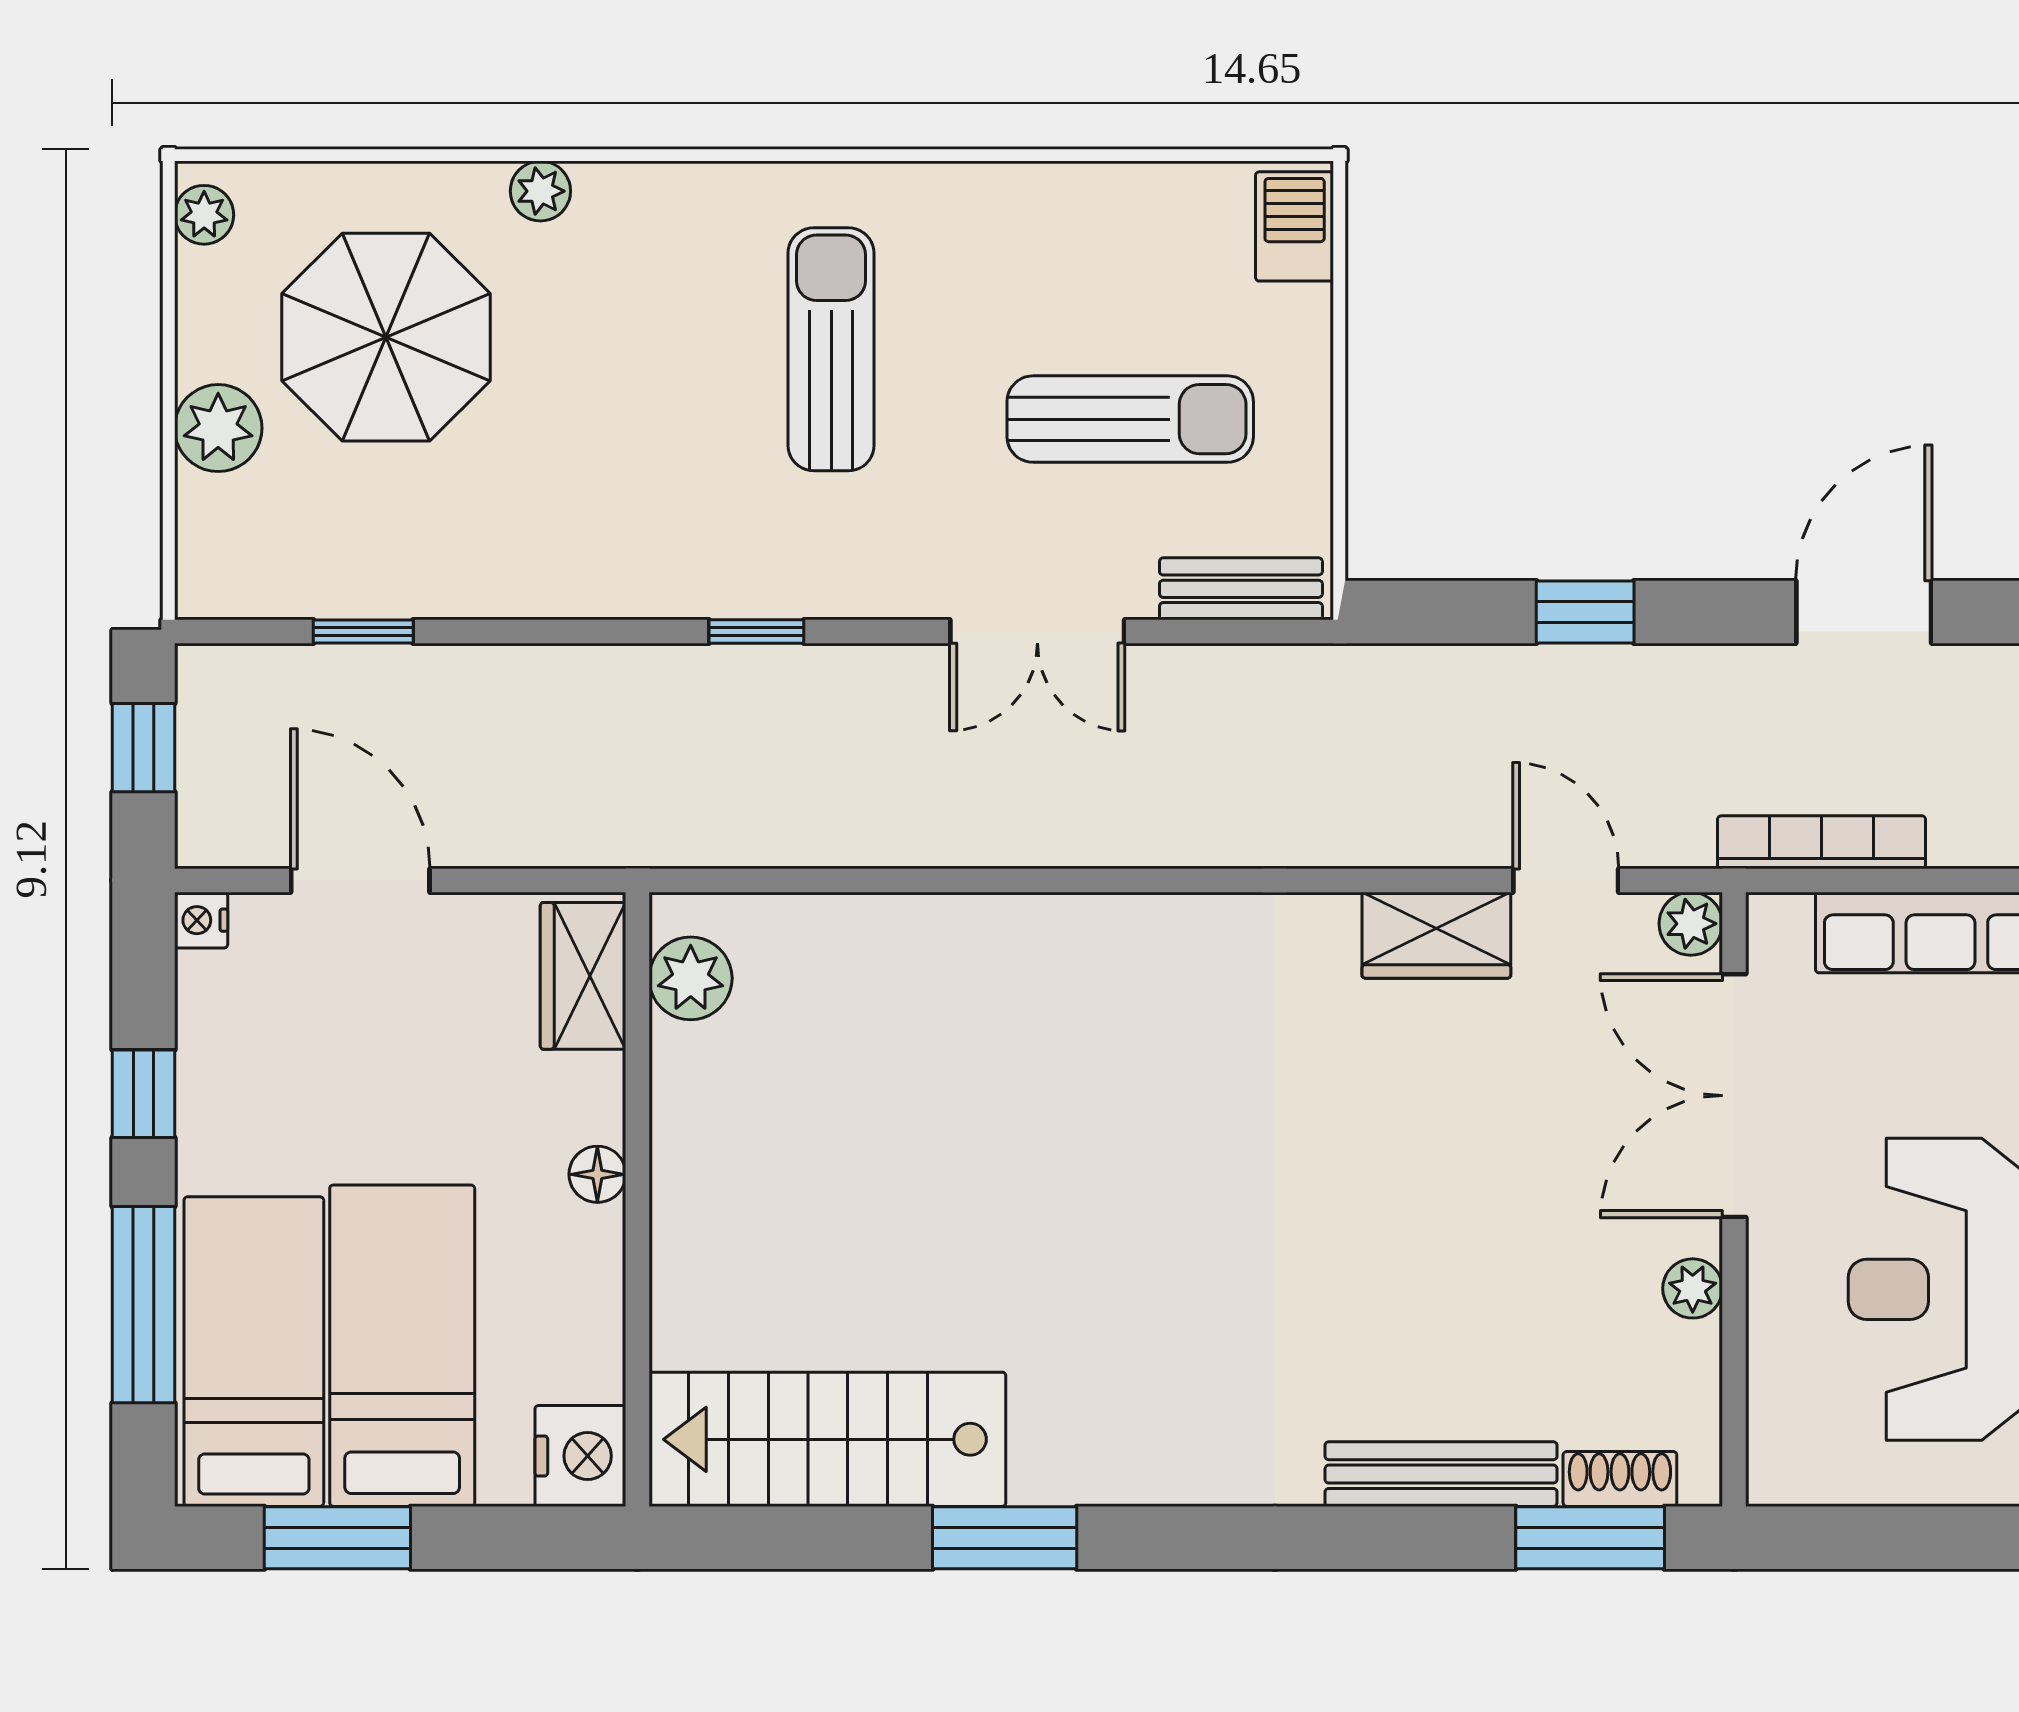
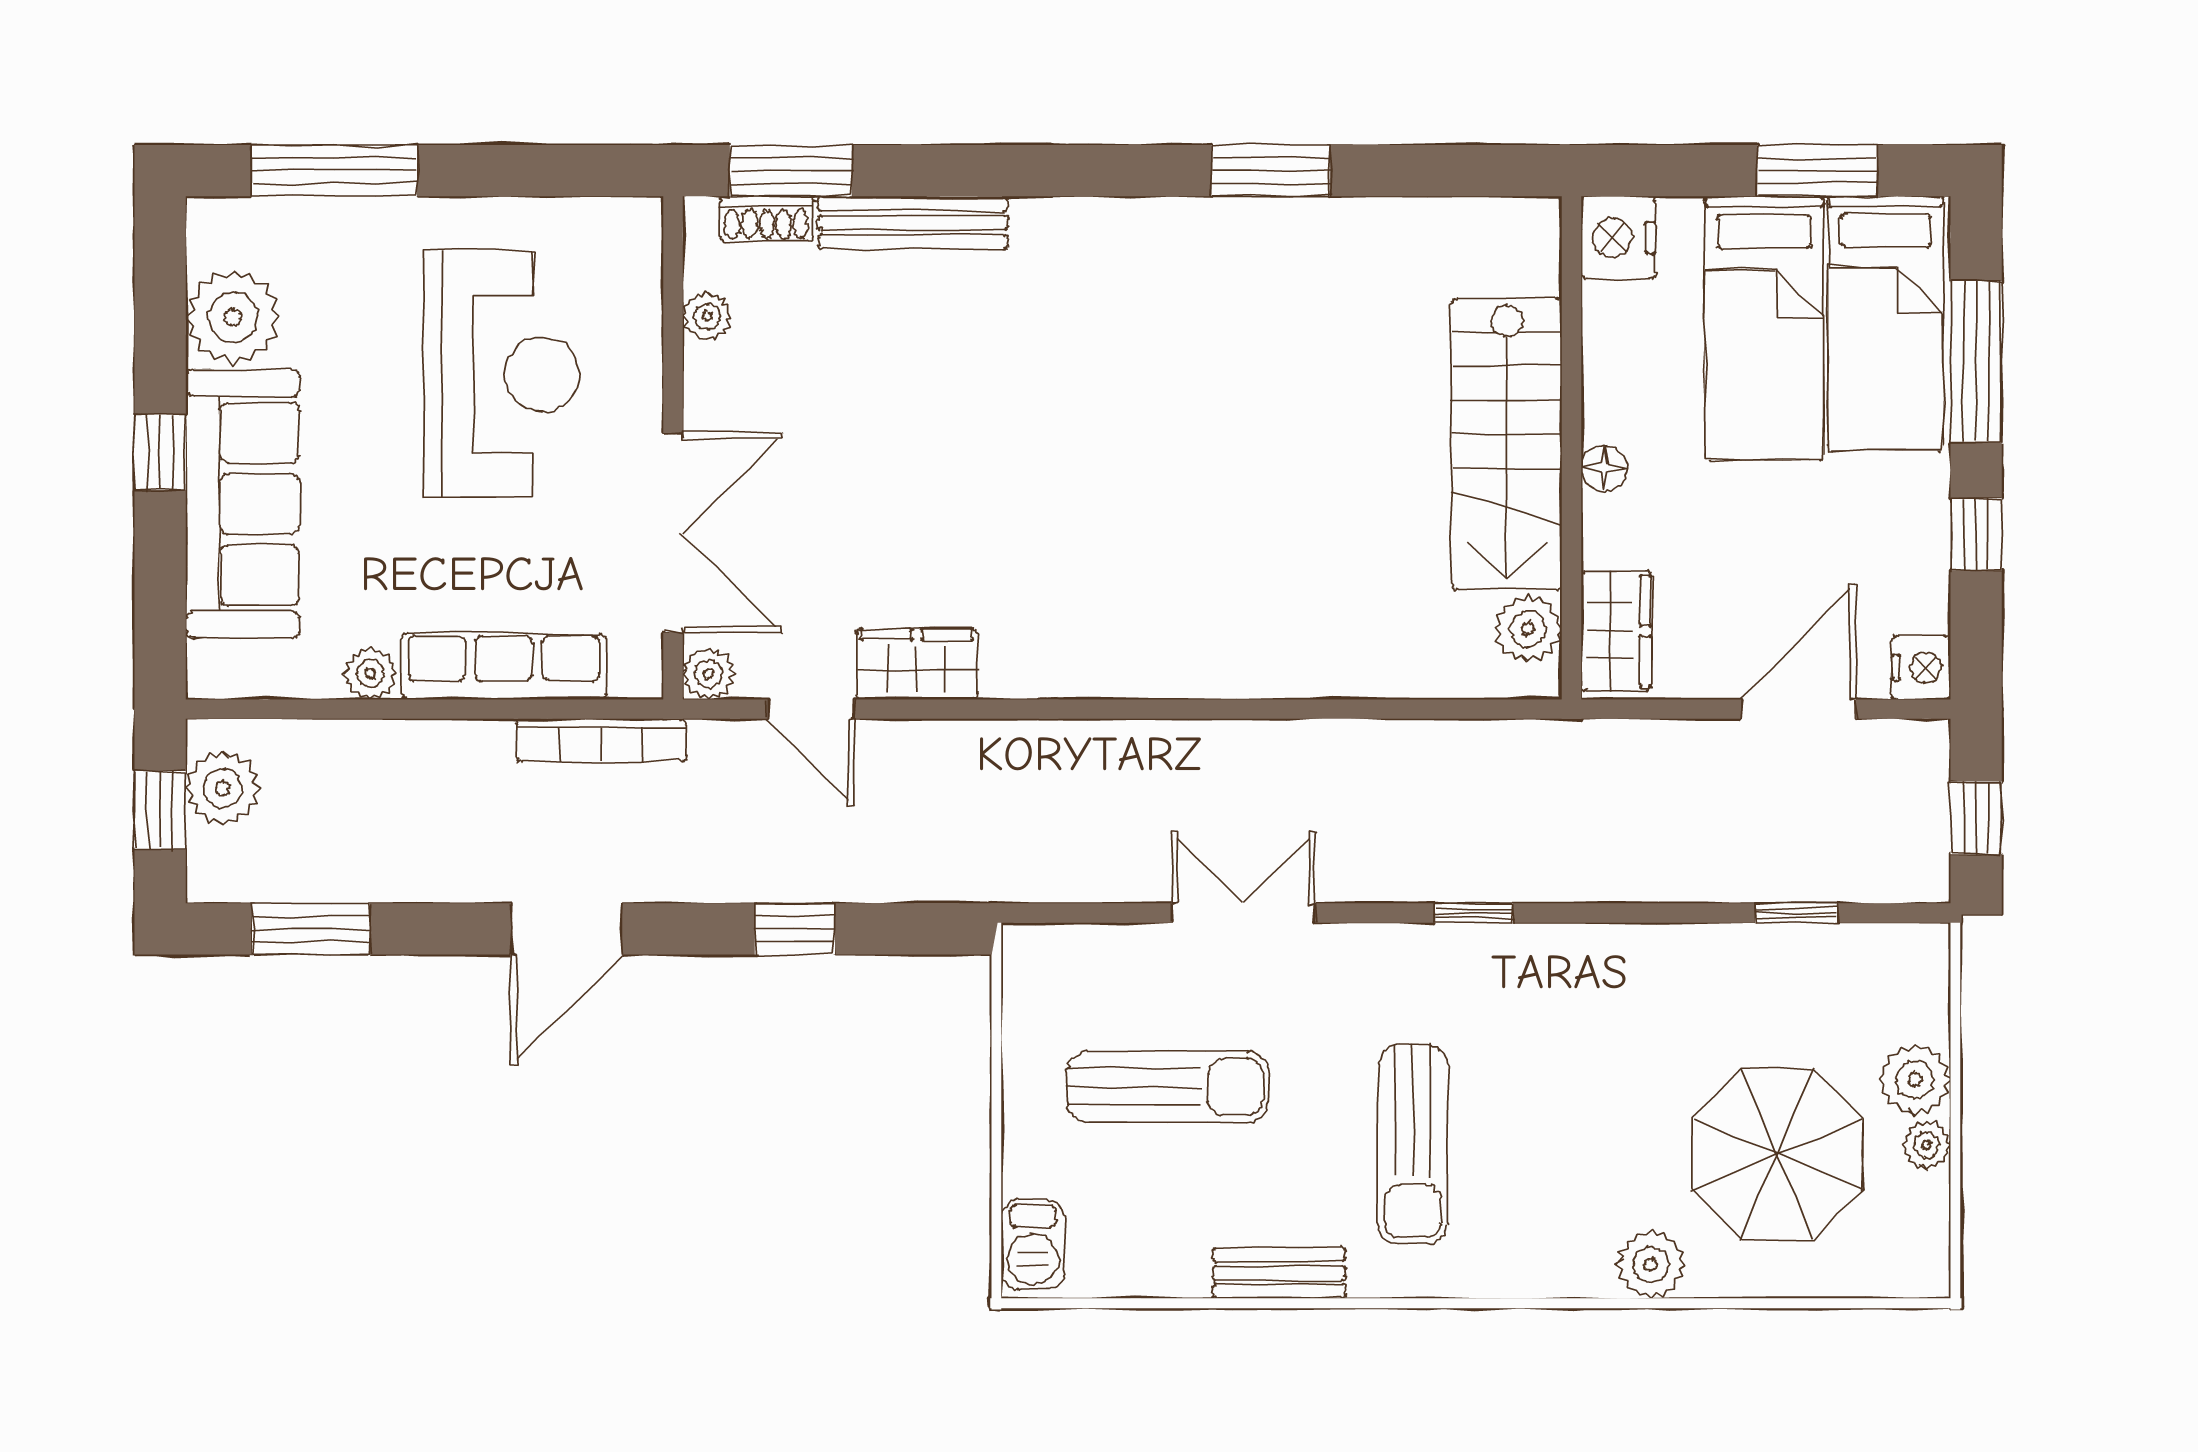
plant: (540, 191) -> (1651, 1265), width x1.38, depth x1.38
plant: (204, 215) -> (1926, 1145), moved
sun lounger: (1130, 419) -> (1168, 1087), turned 180
bench: (1241, 589) -> (1279, 1273), moved
door: (360, 880) -> (1798, 709), swing flipped
nightstand: (201, 920) -> (1921, 668), width x1.39, depth x1.35
plant: (1693, 1288) -> (707, 317), moved
stairs: (827, 1439) -> (1507, 444), moved, turned 90

